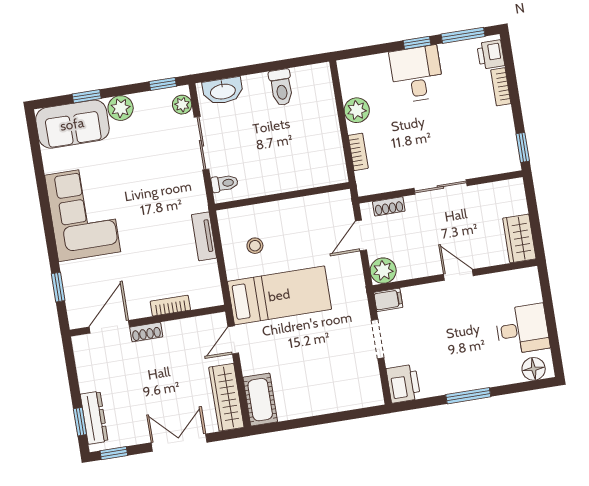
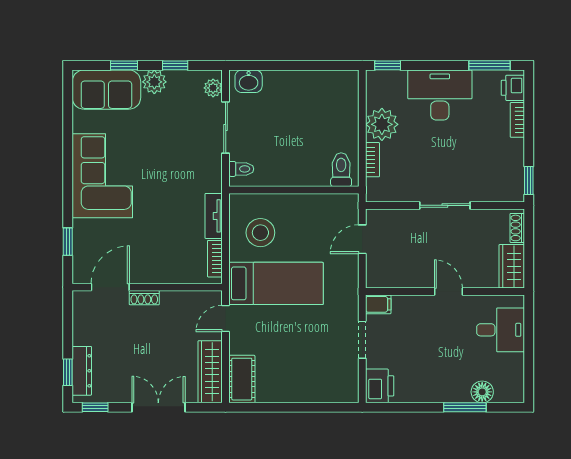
window: (417, 43) -> (388, 65), moved
desk: (417, 74) -> (440, 95), width x1.37
window: (163, 84) -> (175, 65), moved
toilet: (281, 87) -> (341, 170), moved, turned 180
washbasin: (223, 91) -> (249, 81), width x0.72
plant: (357, 110) -> (382, 124), width x1.36, depth x1.36
shoe rack: (389, 206) -> (517, 228), moved, turned 90
stool: (255, 246) -> (260, 233), width x1.89, depth x1.89
plant: (383, 271) -> (378, 276), removed
bookcase: (170, 306) -> (215, 259), moved, turned -90
desk: (522, 329) -> (501, 330), moved
floor lamp: (534, 369) -> (482, 392), moved
window: (468, 396) -> (465, 407), moved

